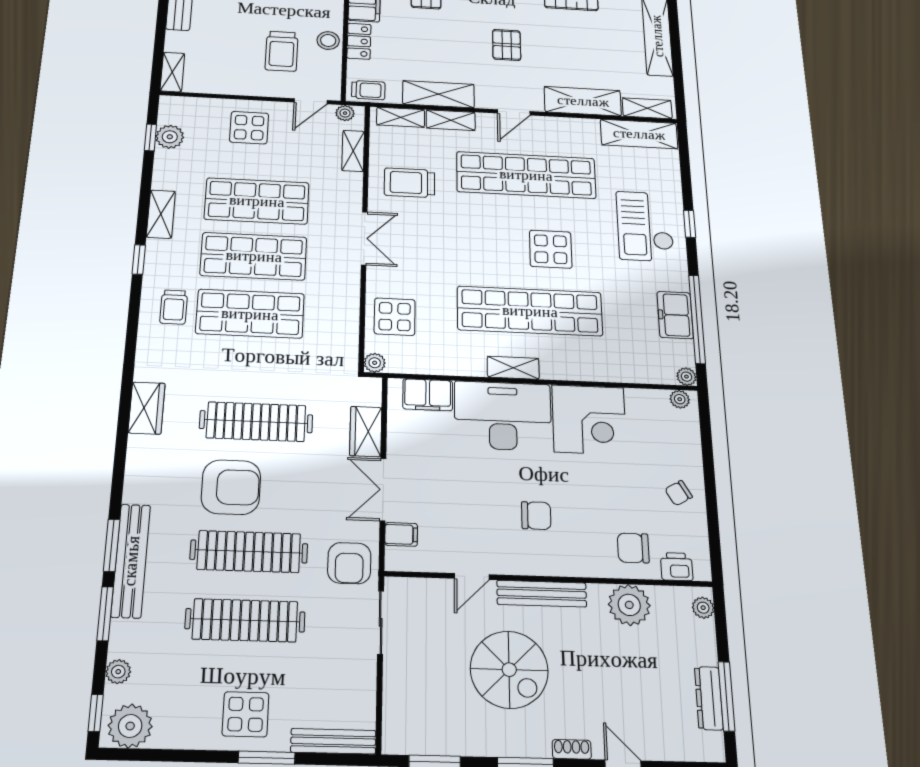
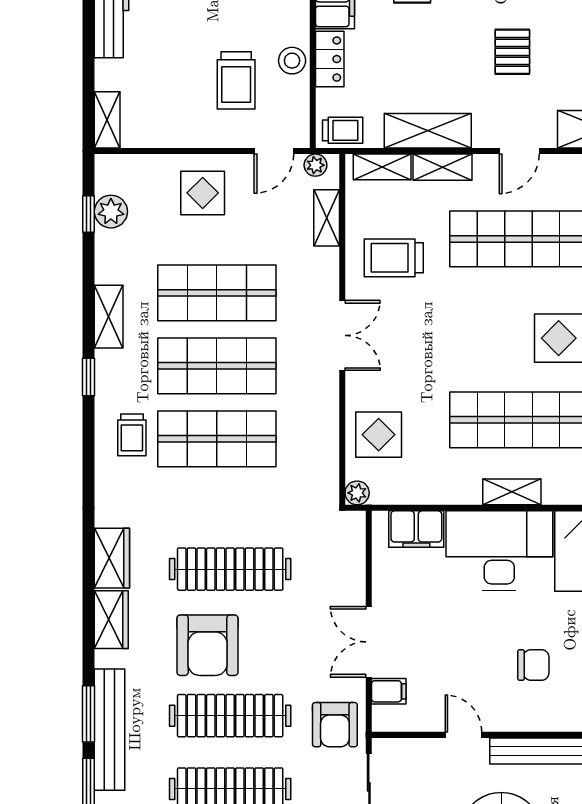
wardrobe: (366, 431) -> (111, 620), moved, turned 180
armchair: (231, 487) -> (207, 645), turned 90
door: (472, 577) -> (463, 735), swing flipped

